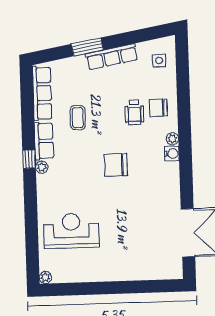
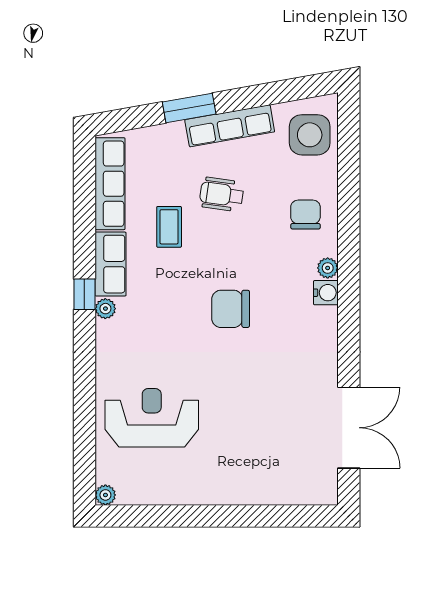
side table: (159, 60) -> (310, 135), width x1.87, depth x1.87
chair: (158, 108) -> (305, 215), turned 90
wheelchair: (134, 112) -> (222, 194), moved, turned 98

